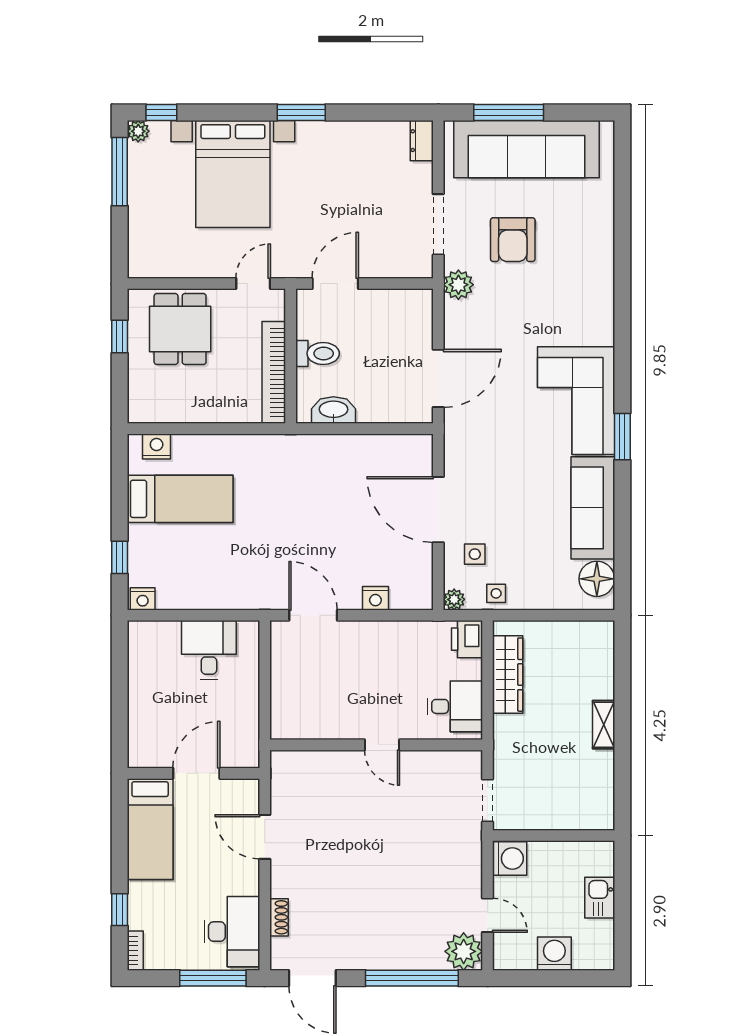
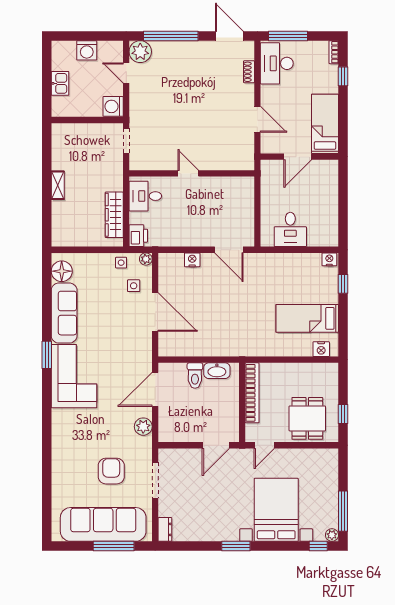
plant: (458, 285) -> (143, 427), moved
toilet: (318, 353) -> (195, 376), moved, turned -90

